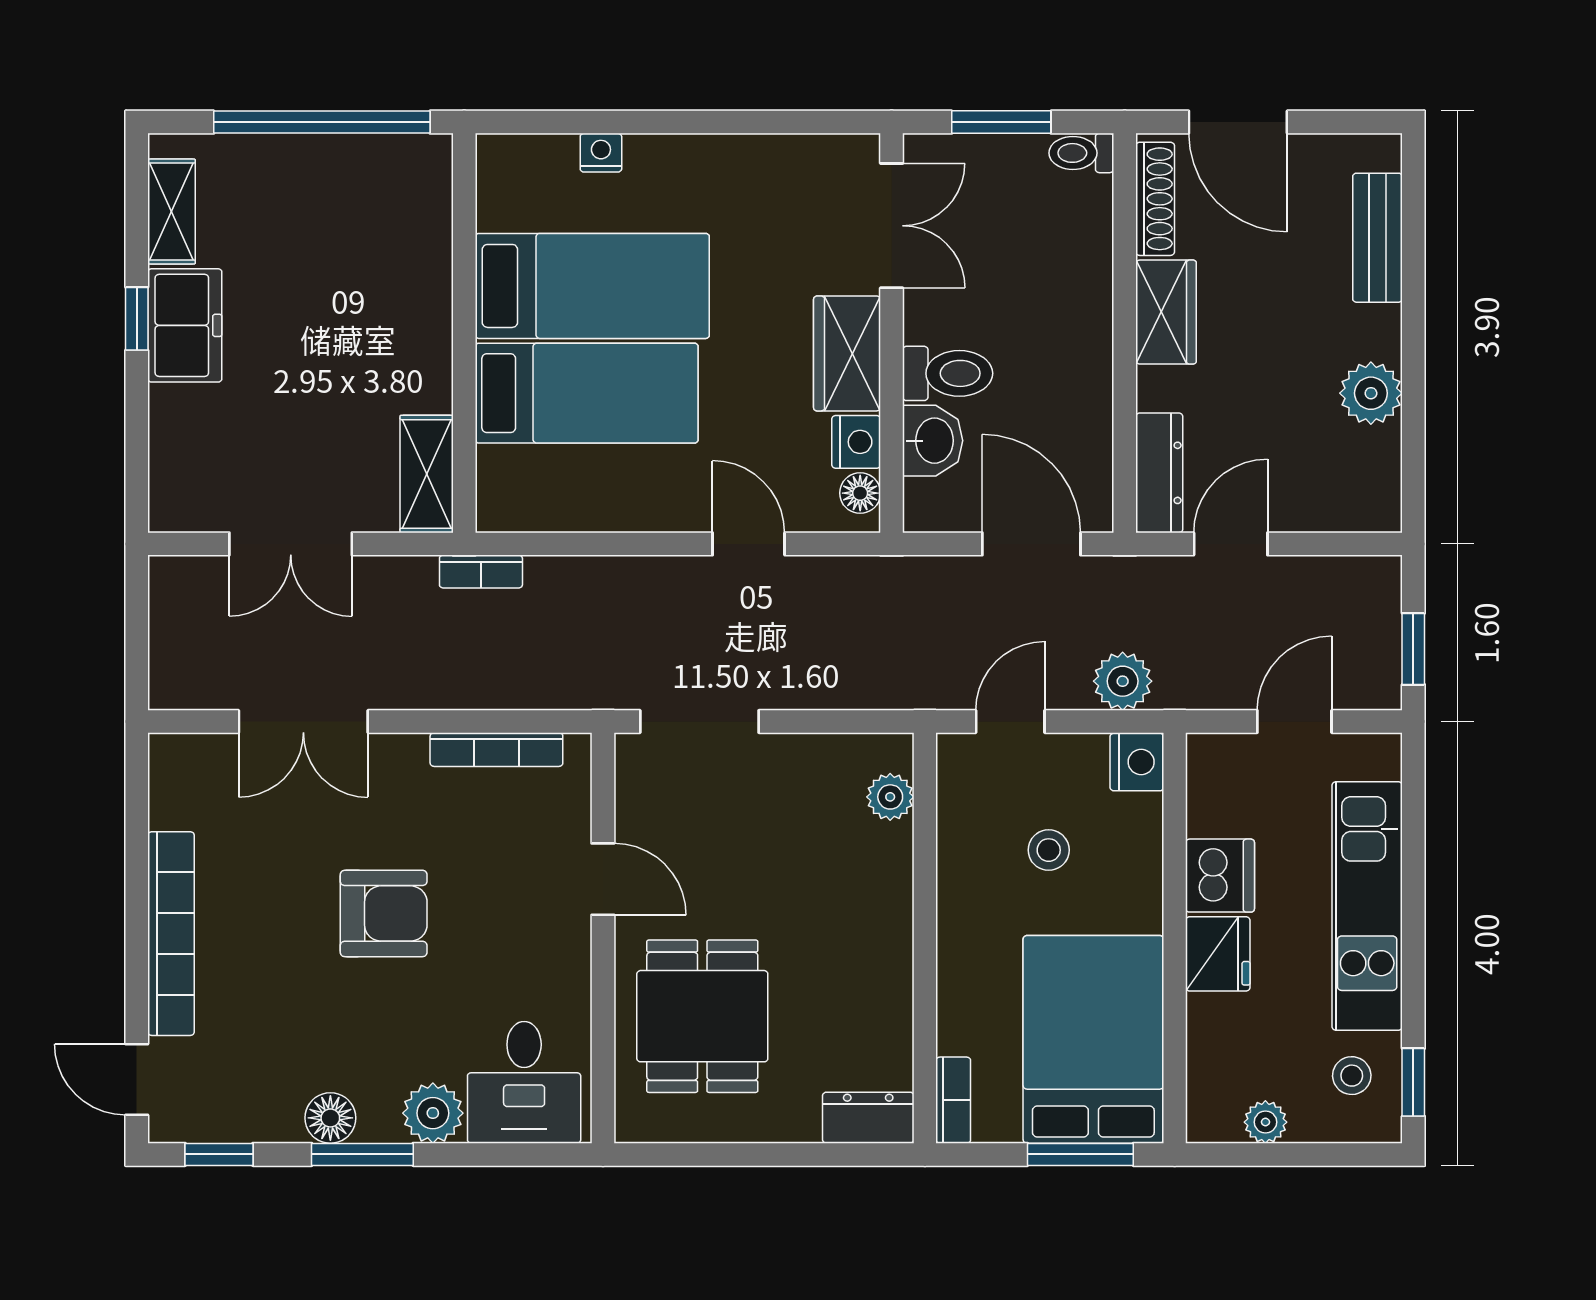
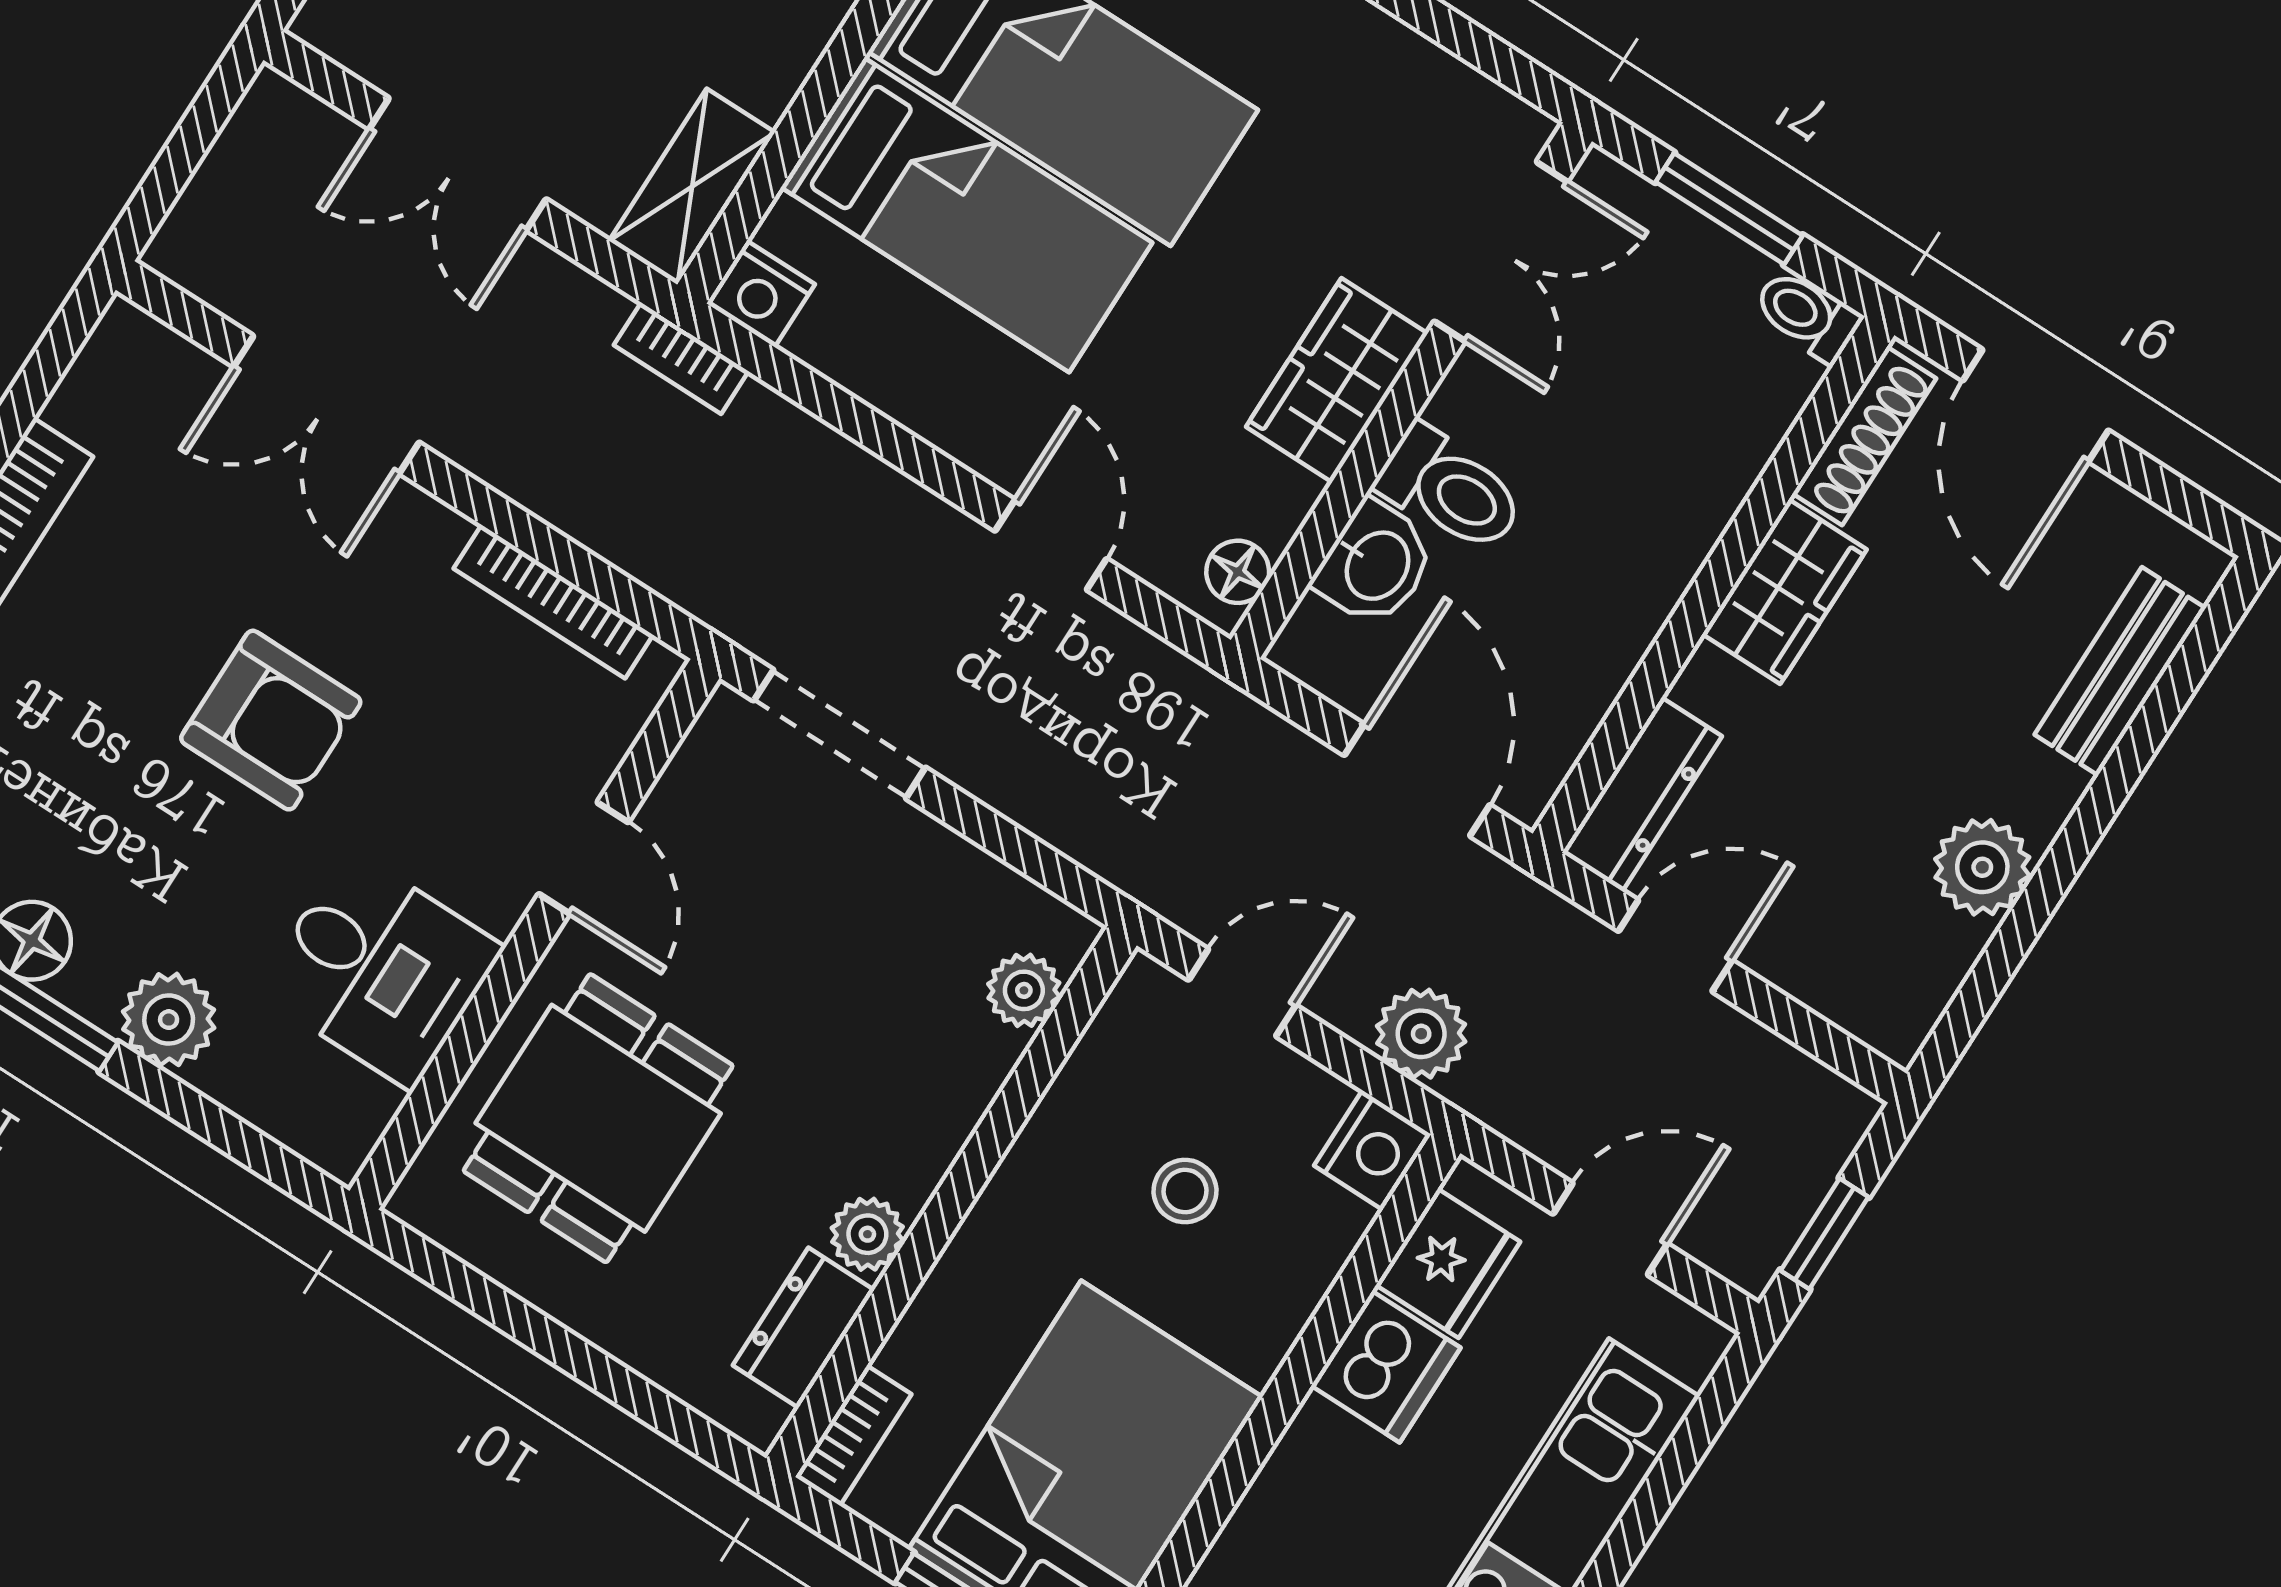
nightstand: (856, 442) -> (761, 294), moved, turned 90
fridge: (1218, 954) -> (1448, 1263), moved
plant: (890, 985) -> (867, 1234), added
desk: (524, 1082) -> (380, 969), moved, turned -90
dresser: (868, 1118) -> (804, 1328), moved, turned -90

